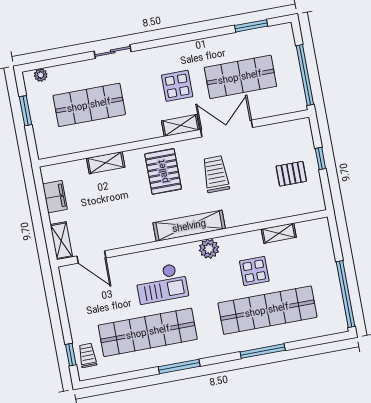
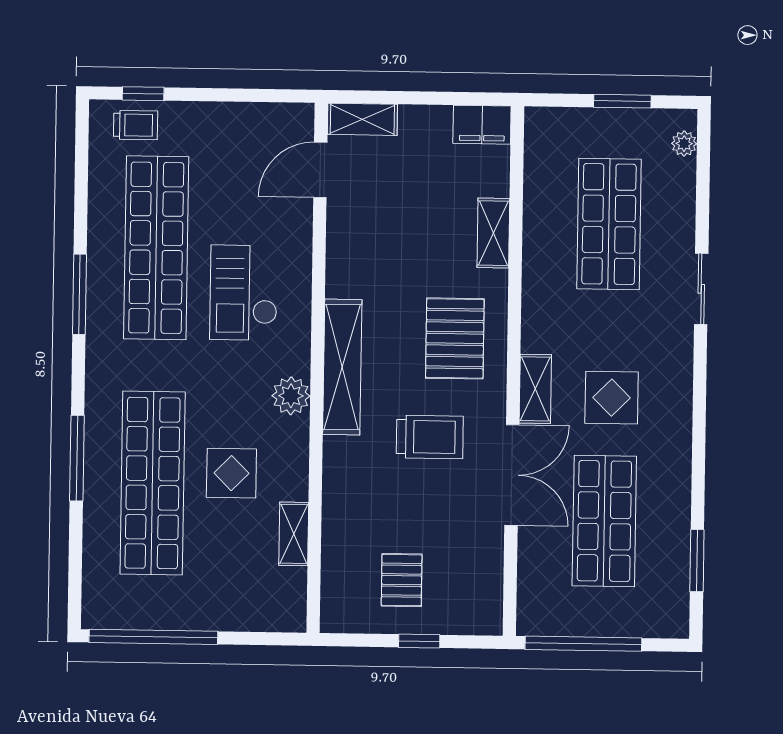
pallet: (163, 171) -> (455, 338), turned 90
filing cabinet: (55, 197) -> (482, 125), moved

